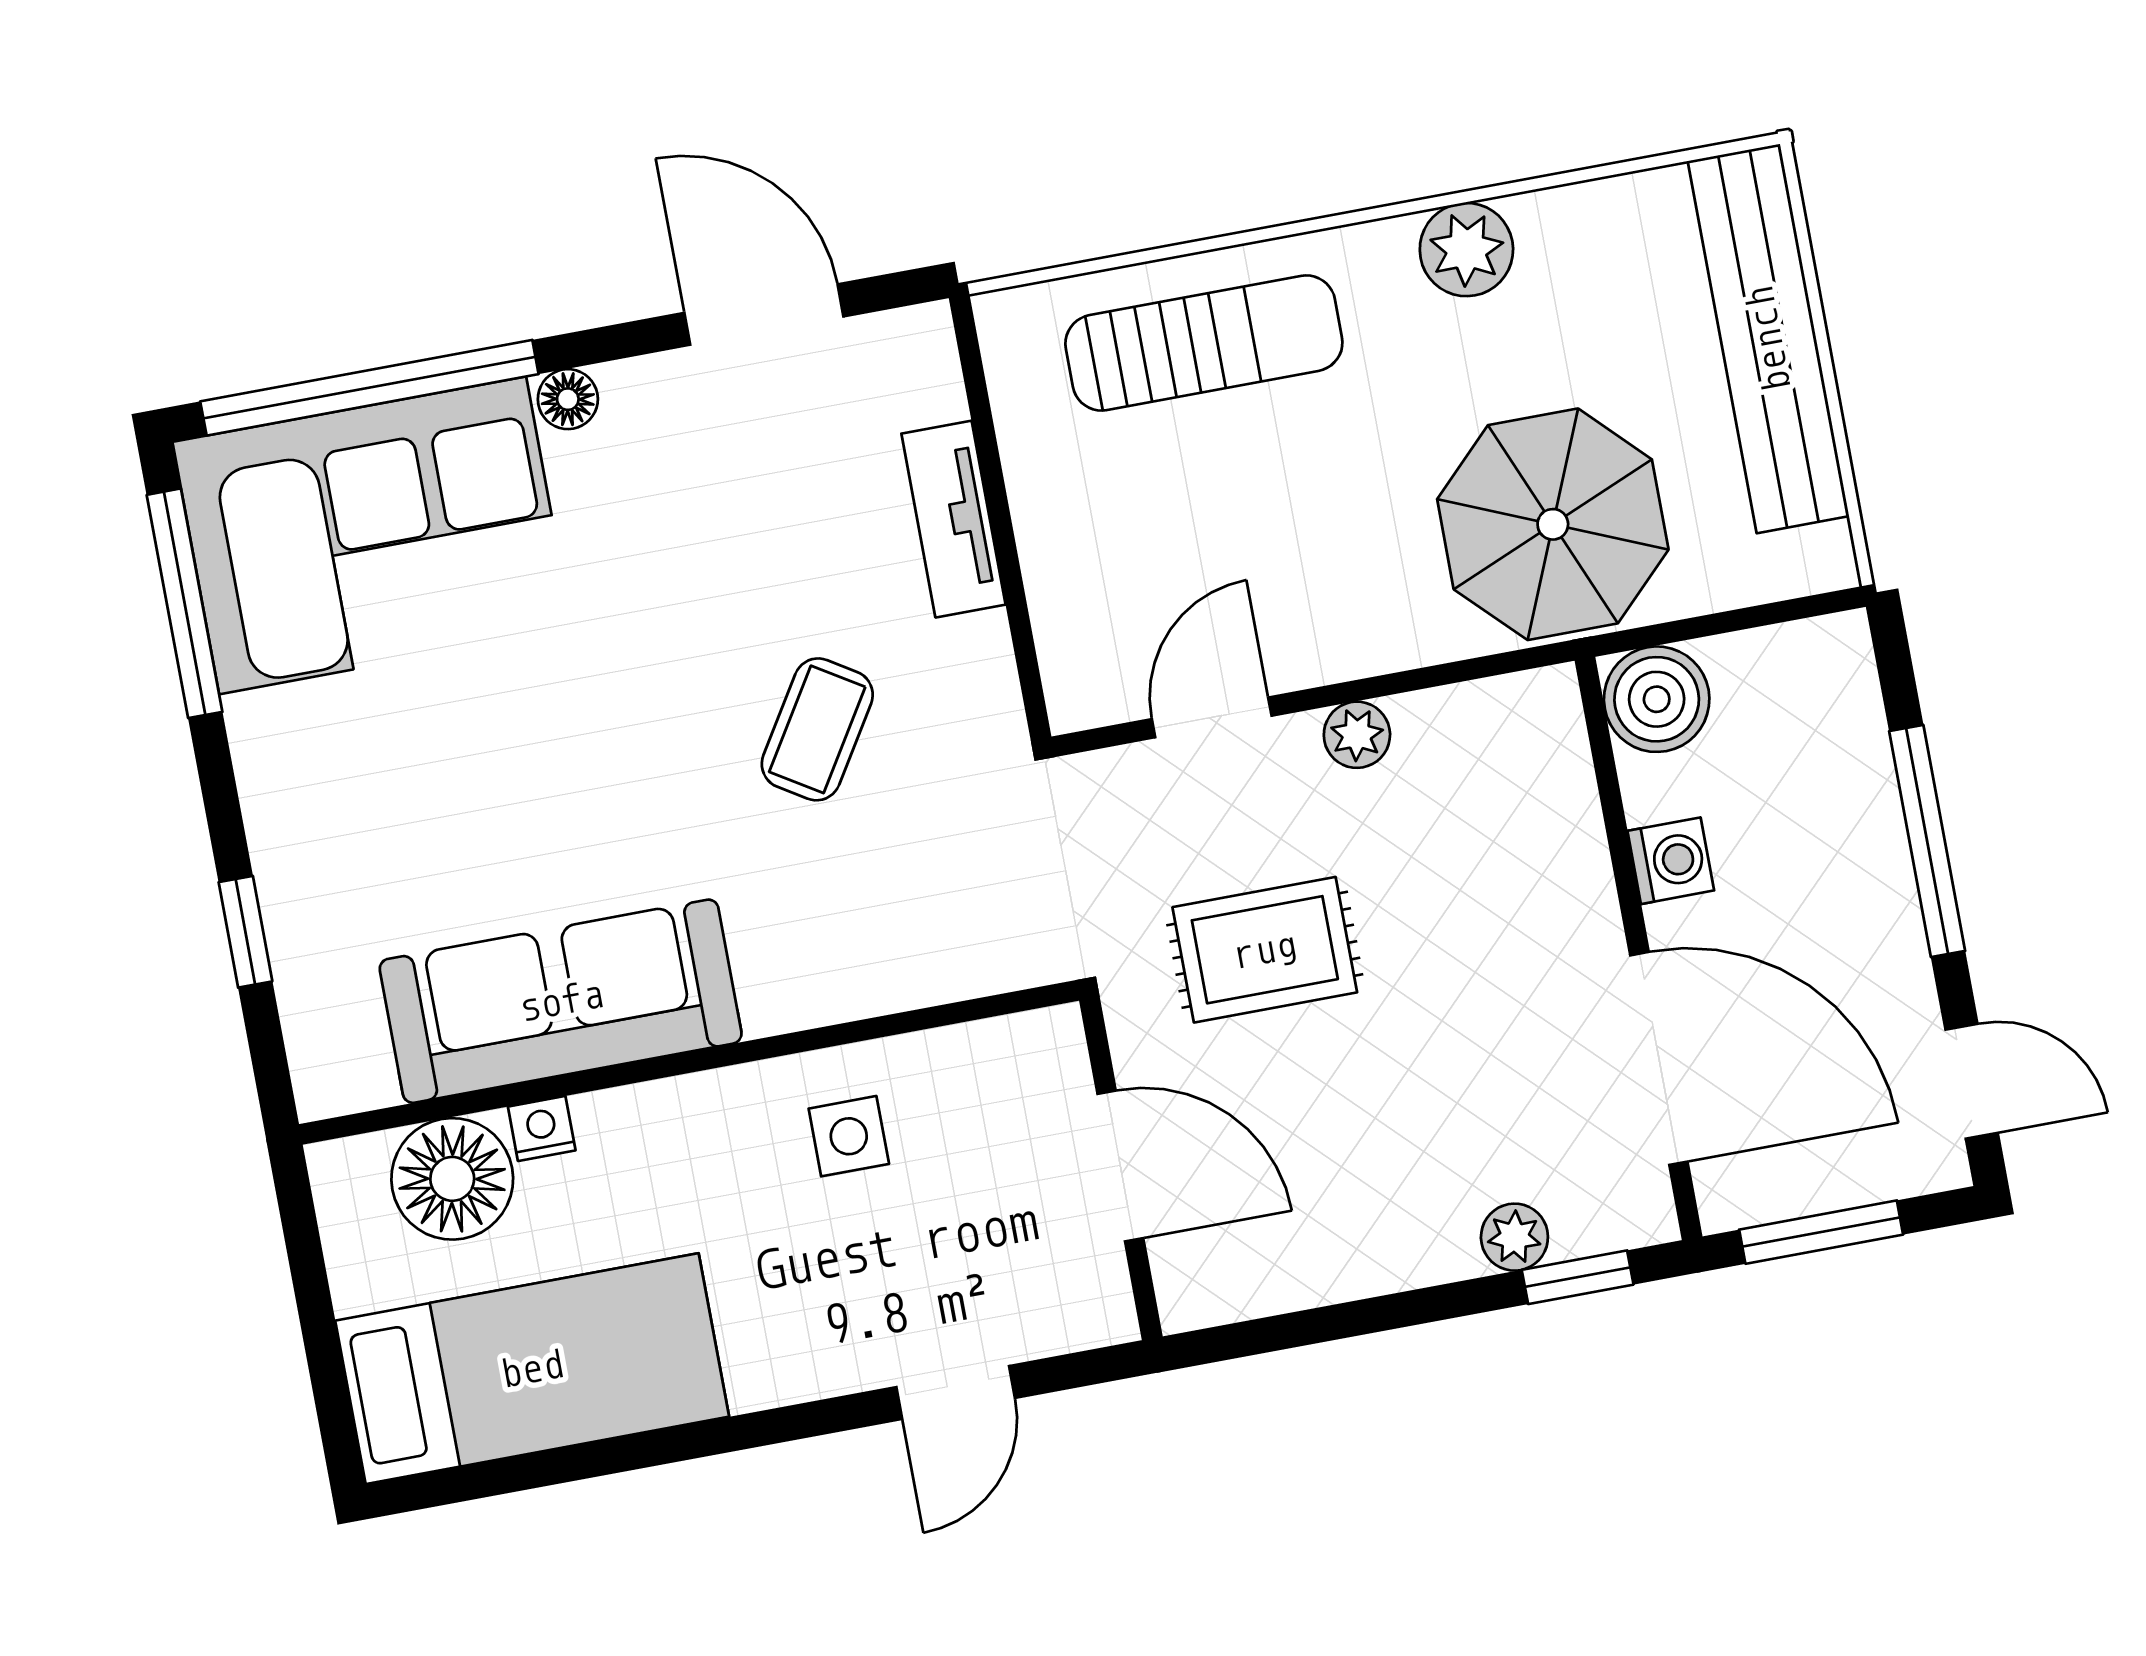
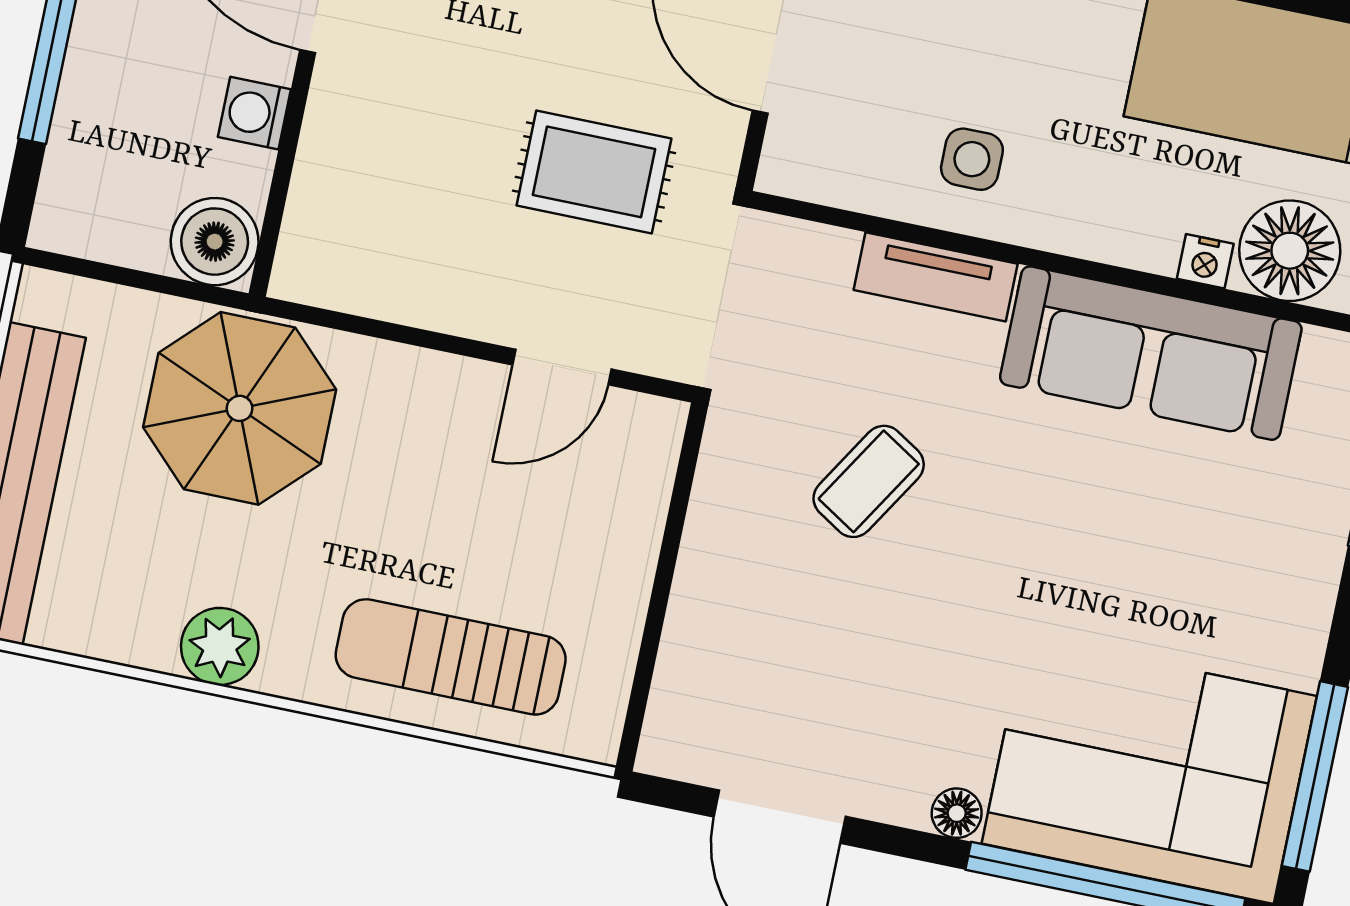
tv unit: (953, 519) -> (936, 277), moved, turned 90
plant: (1357, 735) -> (456, 308), removed

